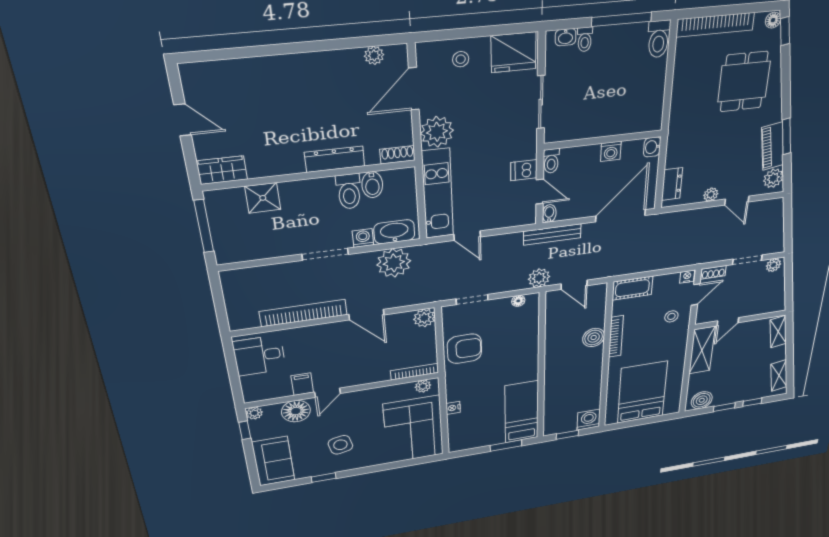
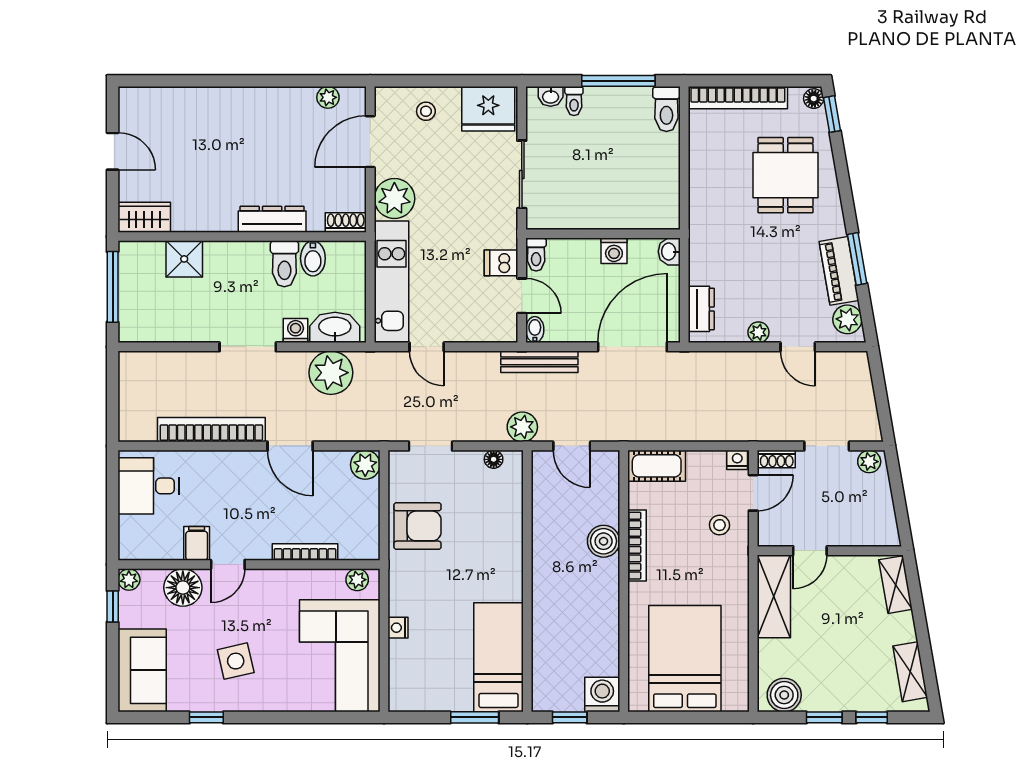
bookcase: (415, 372) -> (305, 552), moved

